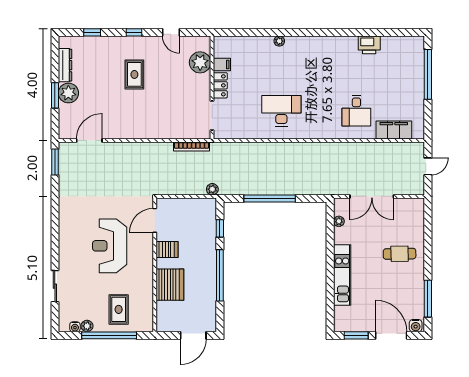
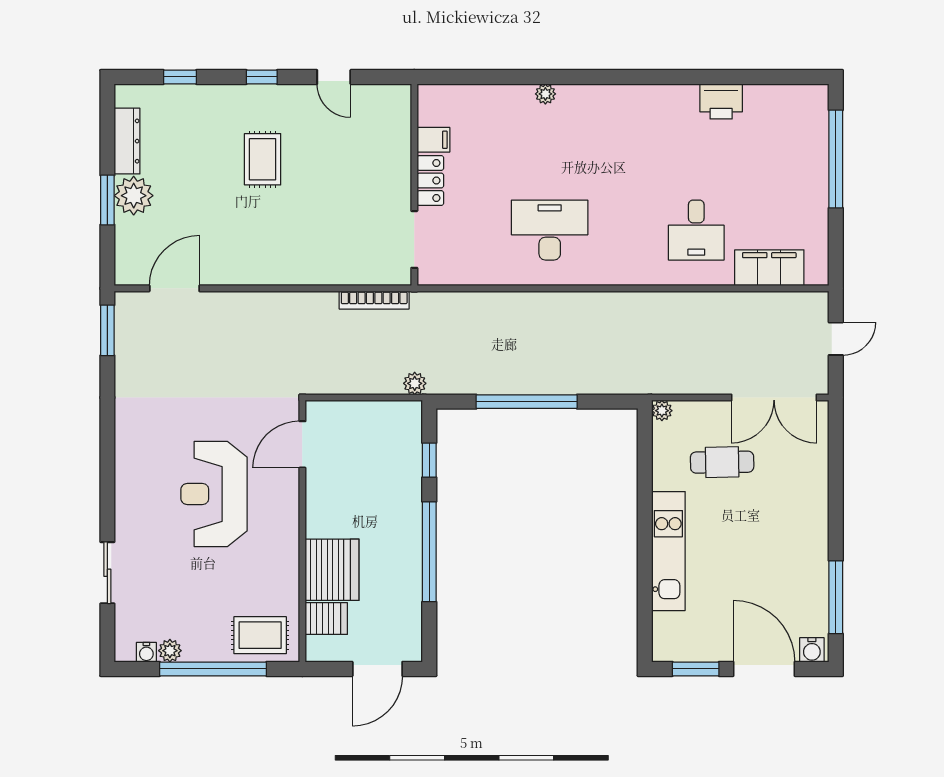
plant: (200, 62) -> (391, 136), removed
double door: (372, 196) -> (774, 398), moved
plant: (339, 221) -> (662, 411), moved
server rack: (167, 250) -> (326, 619), moved
cafe table: (400, 254) -> (722, 462), moved
rug: (119, 309) -> (260, 635), moved, turned 90

